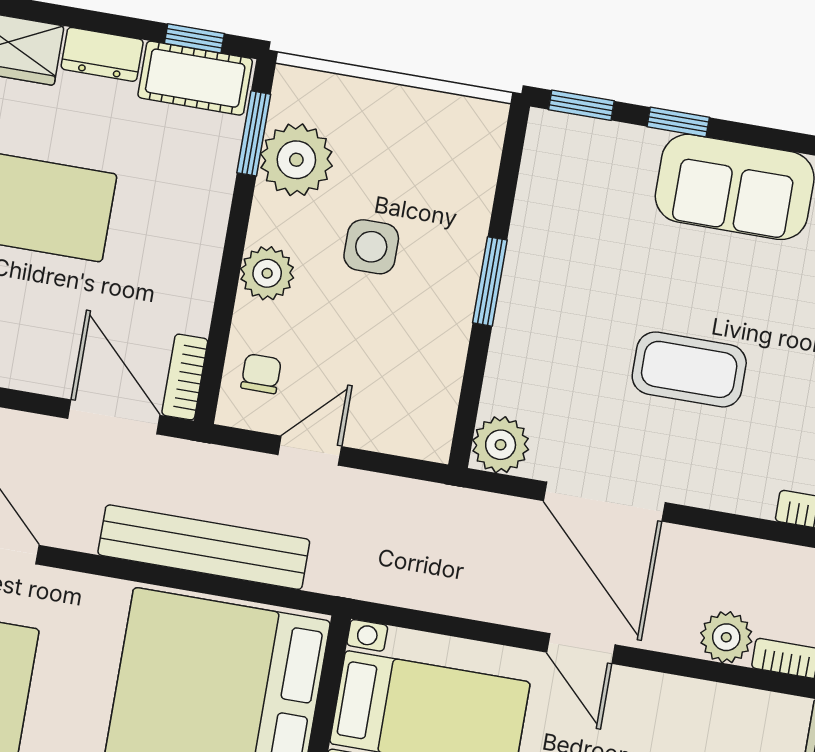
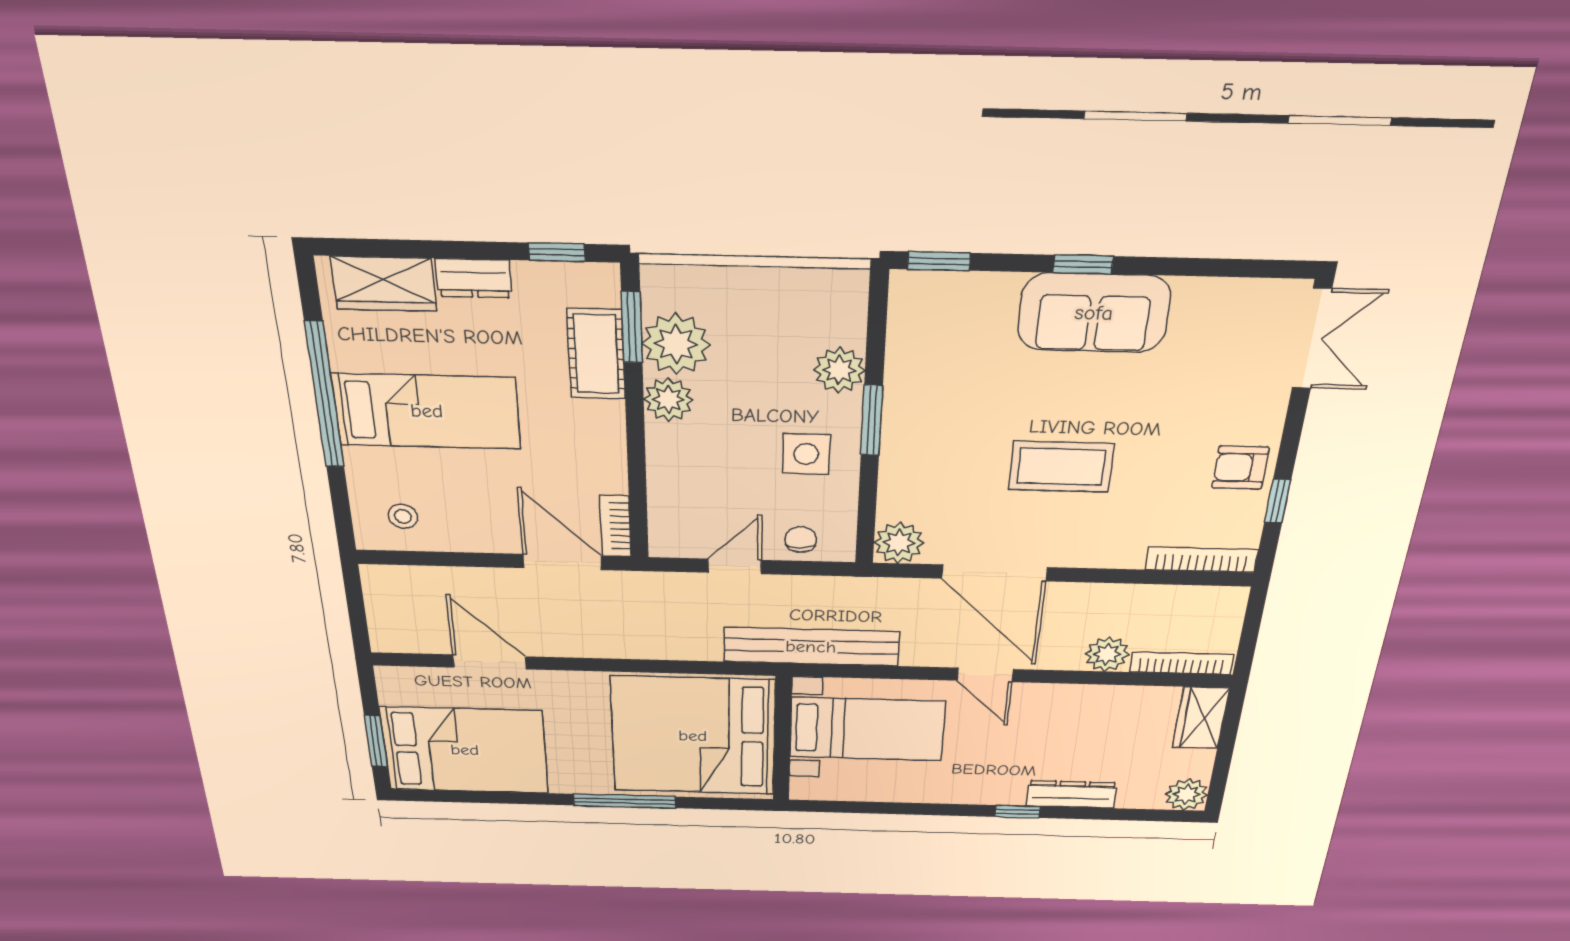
cot: (195, 78) -> (596, 354), moved, turned 90
window: (678, 122) -> (1083, 264), moved
plant: (463, 215) -> (839, 370), added
side table: (371, 247) -> (806, 454), moved
plant: (267, 273) -> (668, 400), moved
chair: (261, 374) -> (801, 540), moved
bench: (204, 547) -> (811, 647), moved

